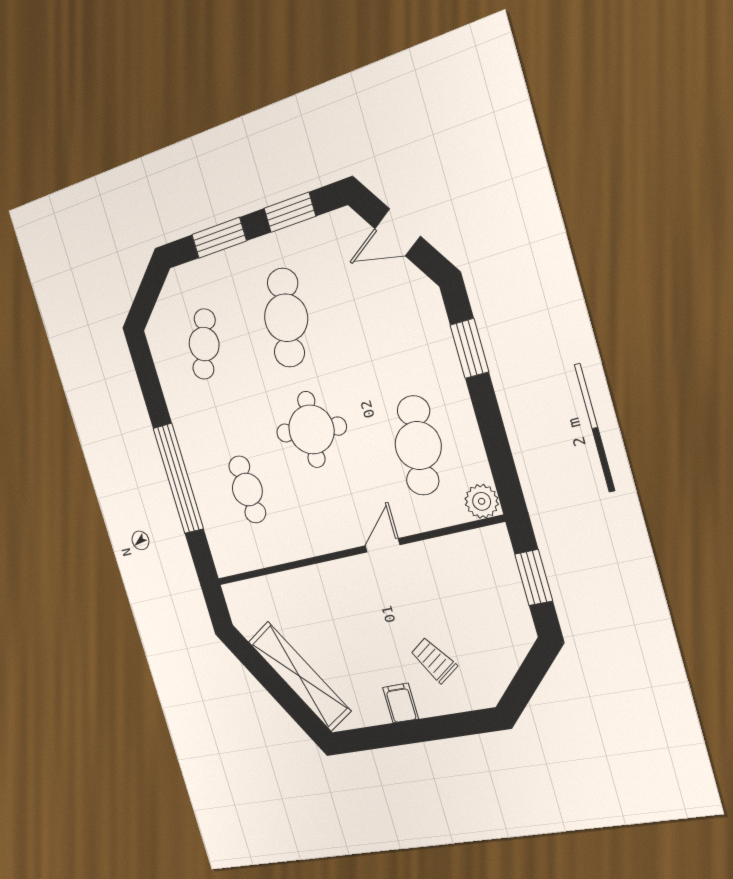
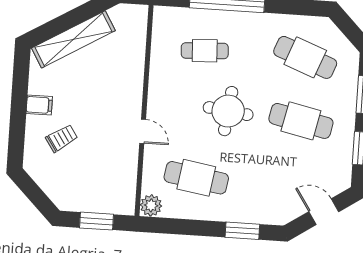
door: (397, 232) -> (324, 212), hinge flipped
cafe table: (204, 344) -> (305, 57), width x1.37, depth x1.35

